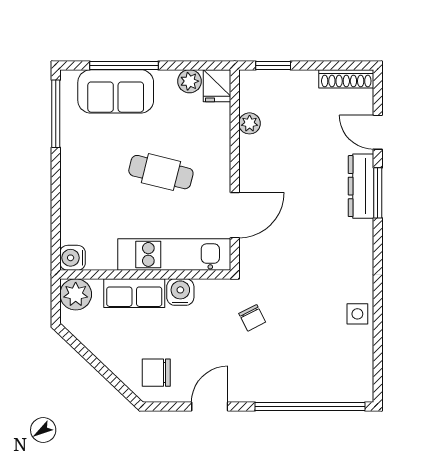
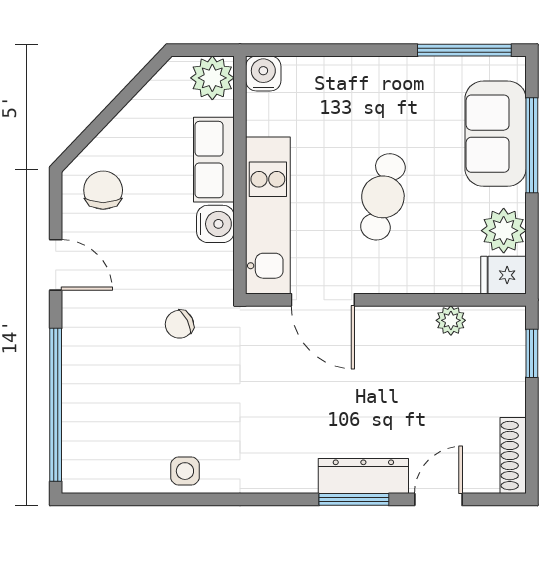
plant: (190, 81) -> (504, 231), width x1.38, depth x1.38

